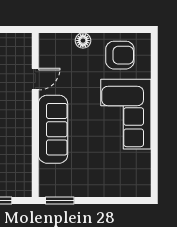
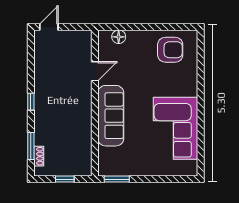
floor lamp: (83, 41) -> (119, 37), moved
corner sofa: (126, 114) -> (176, 128), moved

